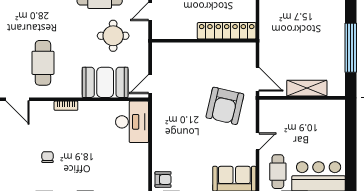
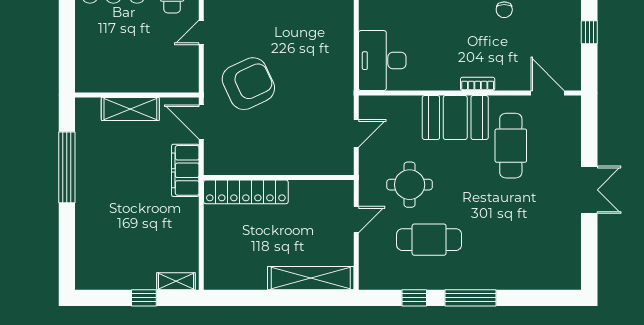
filing cabinet: (269, 46) -> (185, 170), added
booth: (105, 82) -> (455, 117), moved
door: (150, 84) -> (356, 133), moved
armchair: (225, 106) -> (248, 84), turned 52

